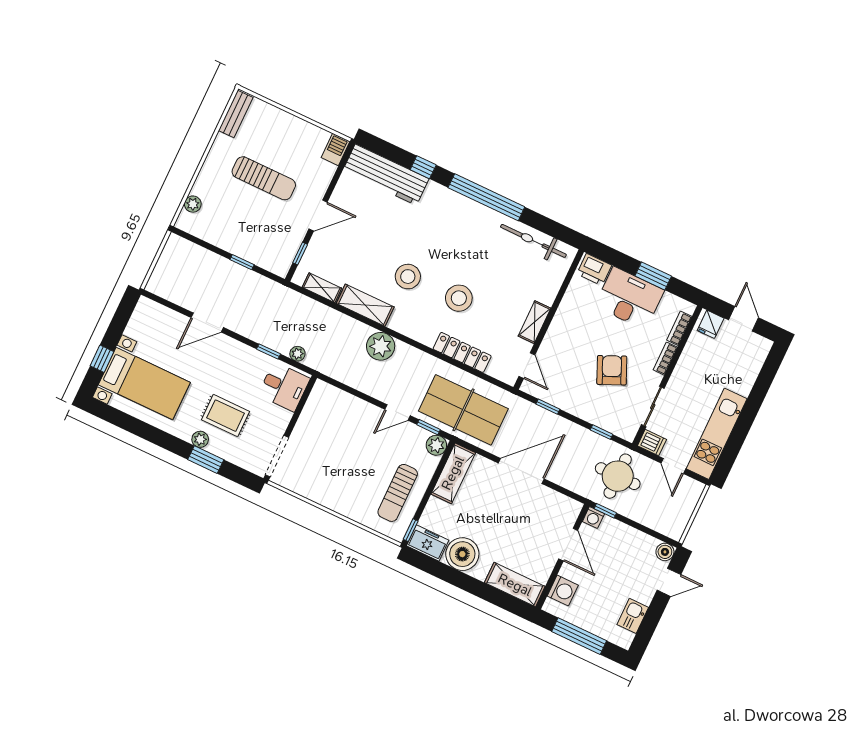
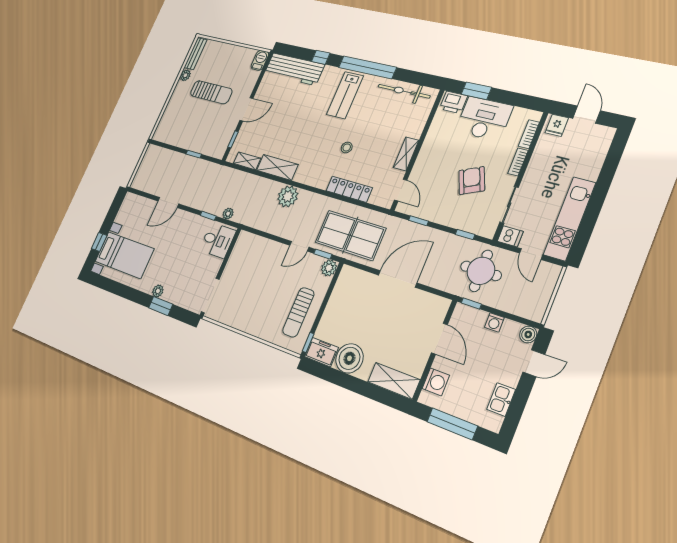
plant: (193, 204) -> (185, 75), moved
lab bench: (457, 228) -> (345, 95), added
window: (653, 276) -> (476, 91), moved
stool: (408, 277) -> (309, 139), removed
stool: (459, 298) -> (347, 148), width x0.53, depth x0.53
rug: (226, 416) -> (176, 270), removed
shelving: (453, 473) -> (342, 289), removed
washing machine: (593, 518) -> (494, 322), moved

